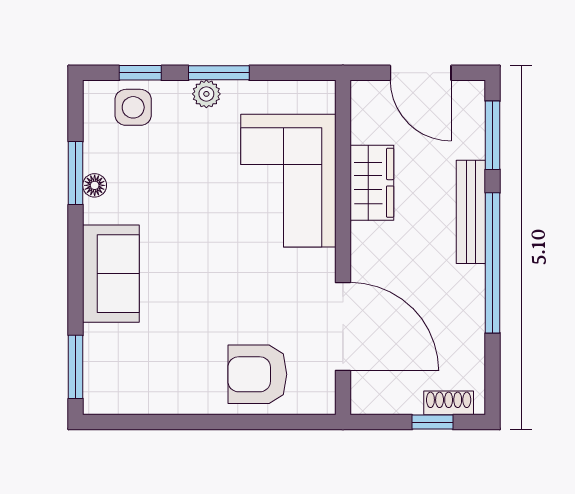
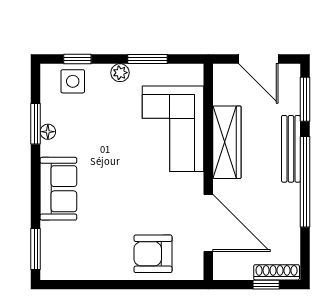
window: (219, 73) -> (148, 59), moved
wardrobe: (372, 183) -> (227, 142), width x1.50
shoe rack: (449, 403) -> (277, 272), width x1.43

